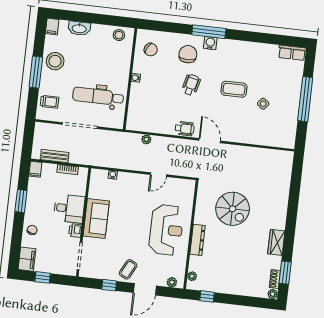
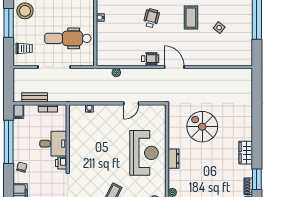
coffee table: (234, 89) -> (191, 18), turned 90
window: (21, 201) -> (9, 142), width x2.11
spiral stairs: (233, 209) -> (202, 127), turned 180
sofa: (96, 218) -> (79, 150), removed
dresser: (197, 240) -> (174, 159), width x0.70

